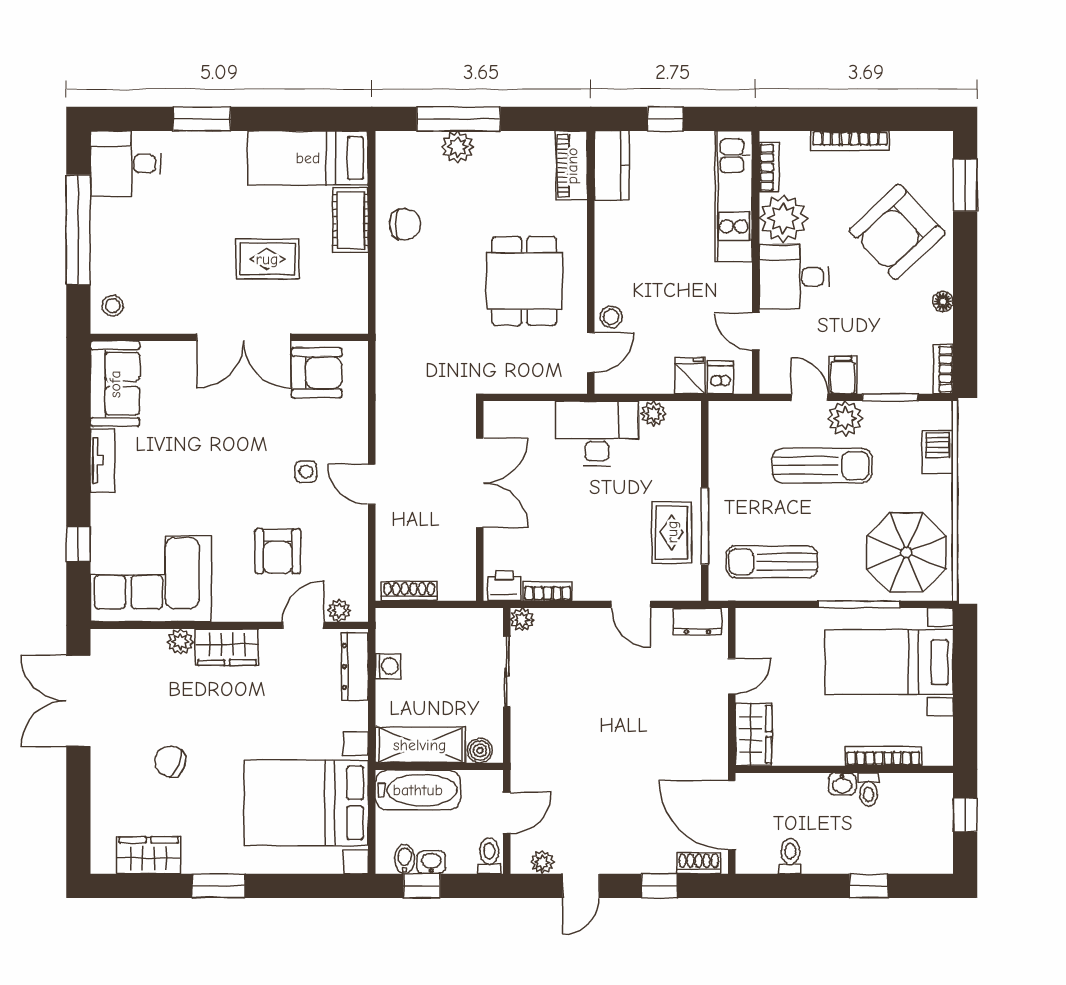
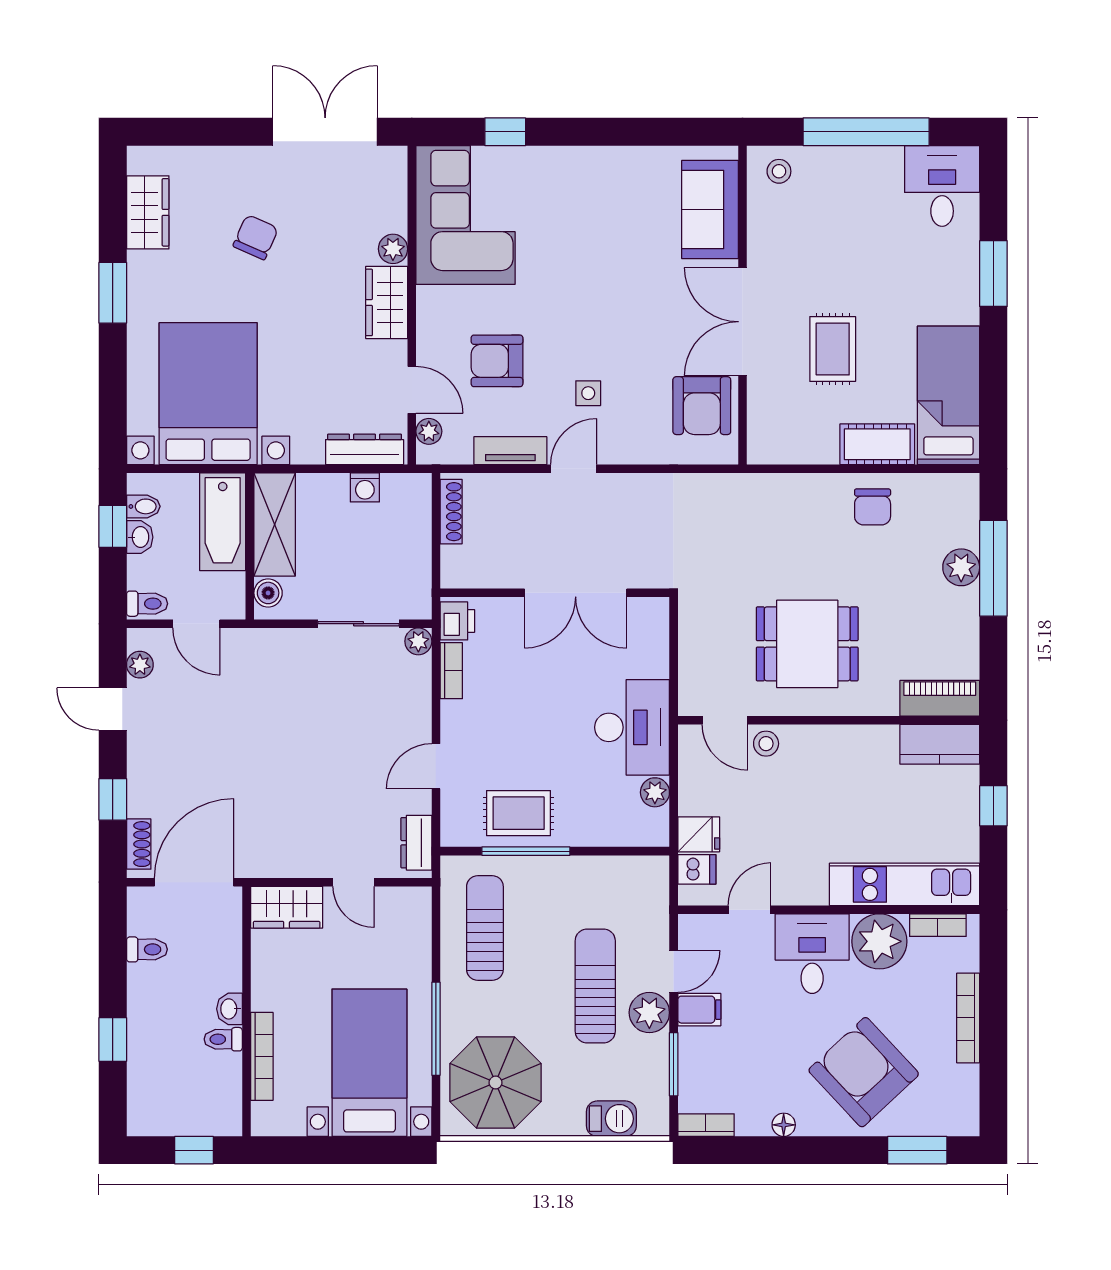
sofa: (115, 384) -> (710, 210), moved, turned 90
tv unit: (102, 460) -> (510, 451), moved, turned 180
sun lounger: (822, 466) -> (595, 986), turned 180

